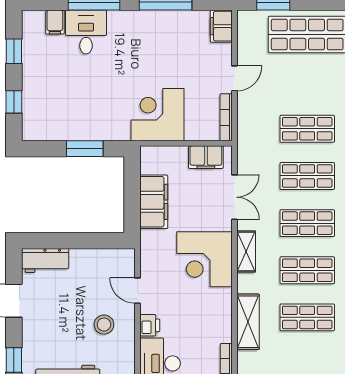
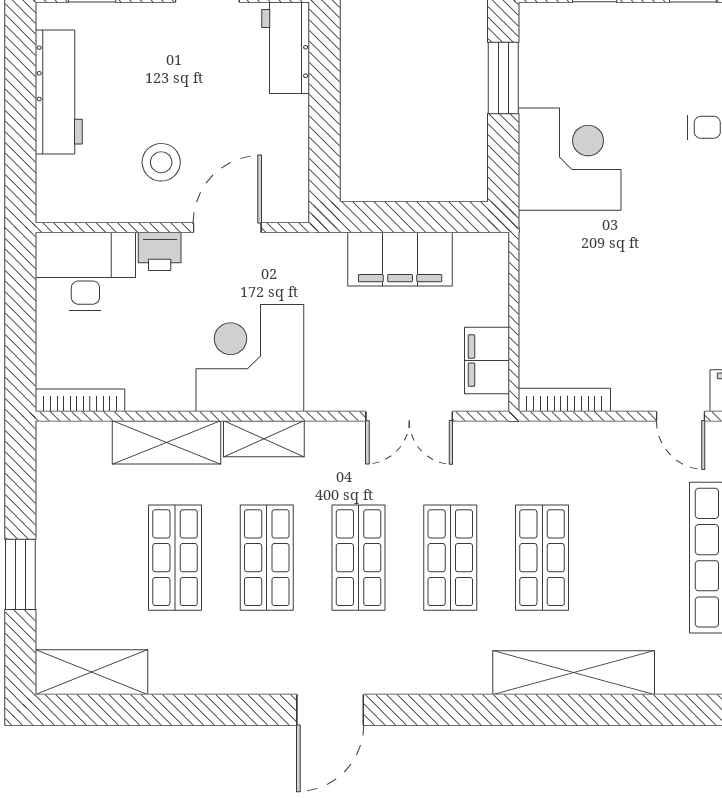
door: (234, 78) -> (681, 416), moved
corner desk: (158, 115) -> (570, 159), moved
window: (85, 149) -> (503, 78), moved
shelving: (246, 252) -> (264, 439), moved
corner desk: (205, 259) -> (250, 358), moved
door: (138, 291) -> (227, 228), width x1.38

